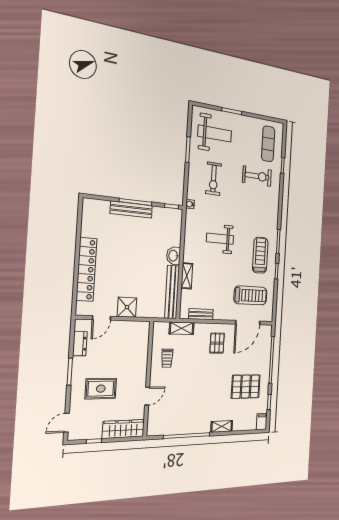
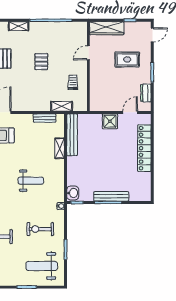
exercise bike: (214, 179) -> (40, 229), turned -90
washbasin: (173, 256) -> (73, 193), moved
pallet: (217, 343) -> (41, 62), moved

